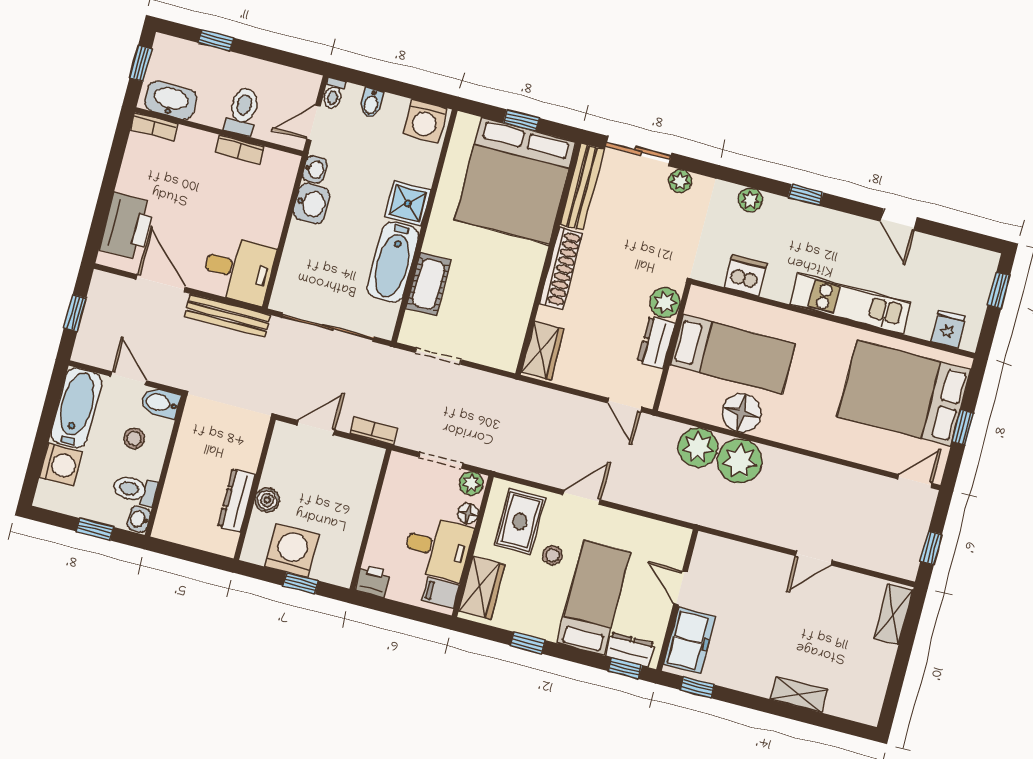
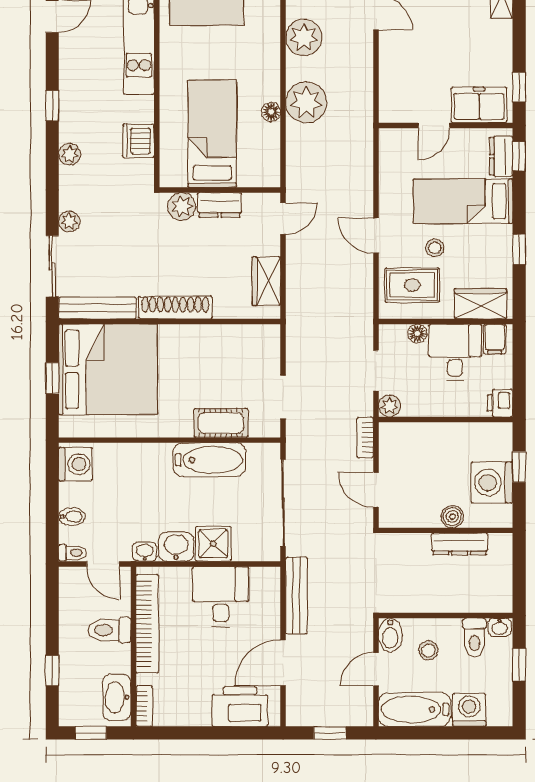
bookcase: (240, 150) -> (147, 624), width x2.31, depth x1.31
shower: (408, 203) -> (213, 544), moved
desk: (238, 270) -> (221, 597), moved
wardrobe: (543, 351) -> (266, 281), moved, turned -90
floor lamp: (742, 413) -> (271, 112), width x0.53, depth x0.53
plant: (698, 447) -> (304, 37), moved
plant: (471, 483) -> (389, 406), moved

